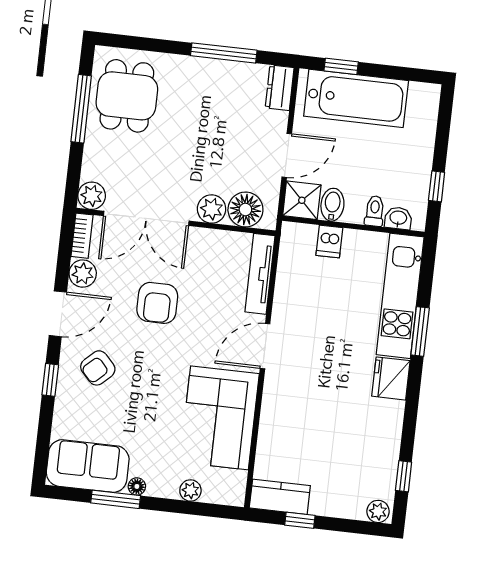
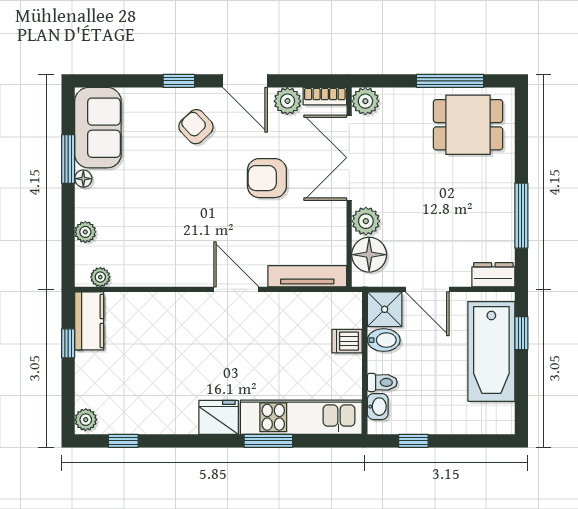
corner sofa: (219, 418) -> (160, 252), removed
plant: (237, 481) -> (100, 277), added

